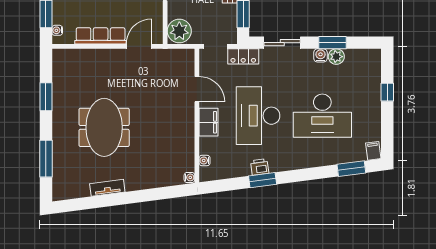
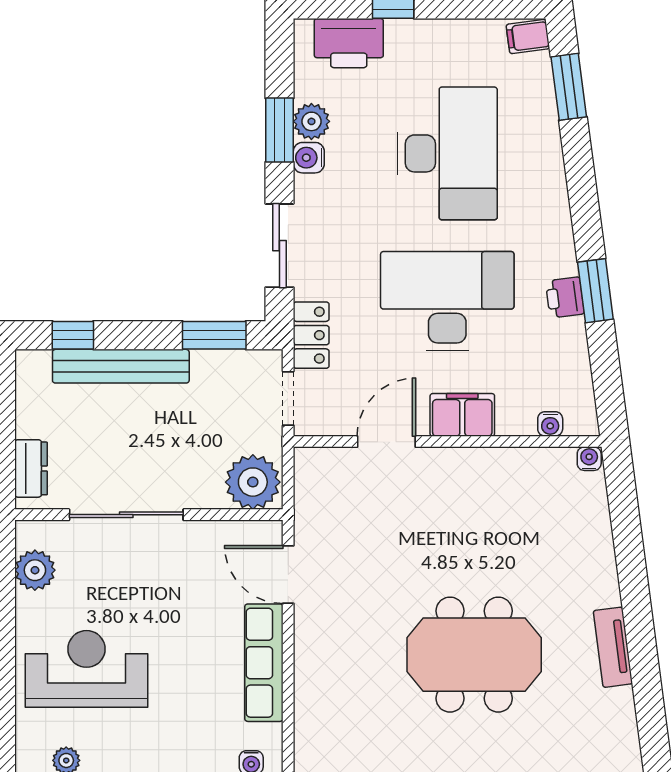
printer: (370, 73) -> (349, 43), added
desk: (258, 116) -> (447, 301), turned 180

